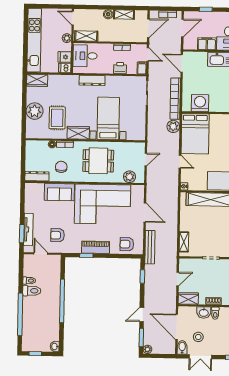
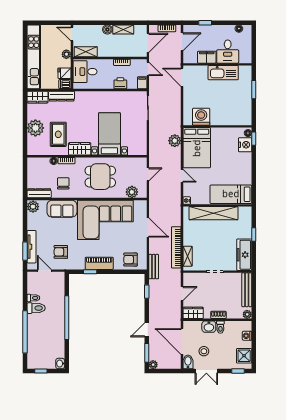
dresser: (92, 80) -> (62, 96), moved
bookcase: (175, 99) -> (176, 247), moved
plant: (31, 189) -> (33, 207), added
bench: (150, 247) -> (154, 267), width x0.73

